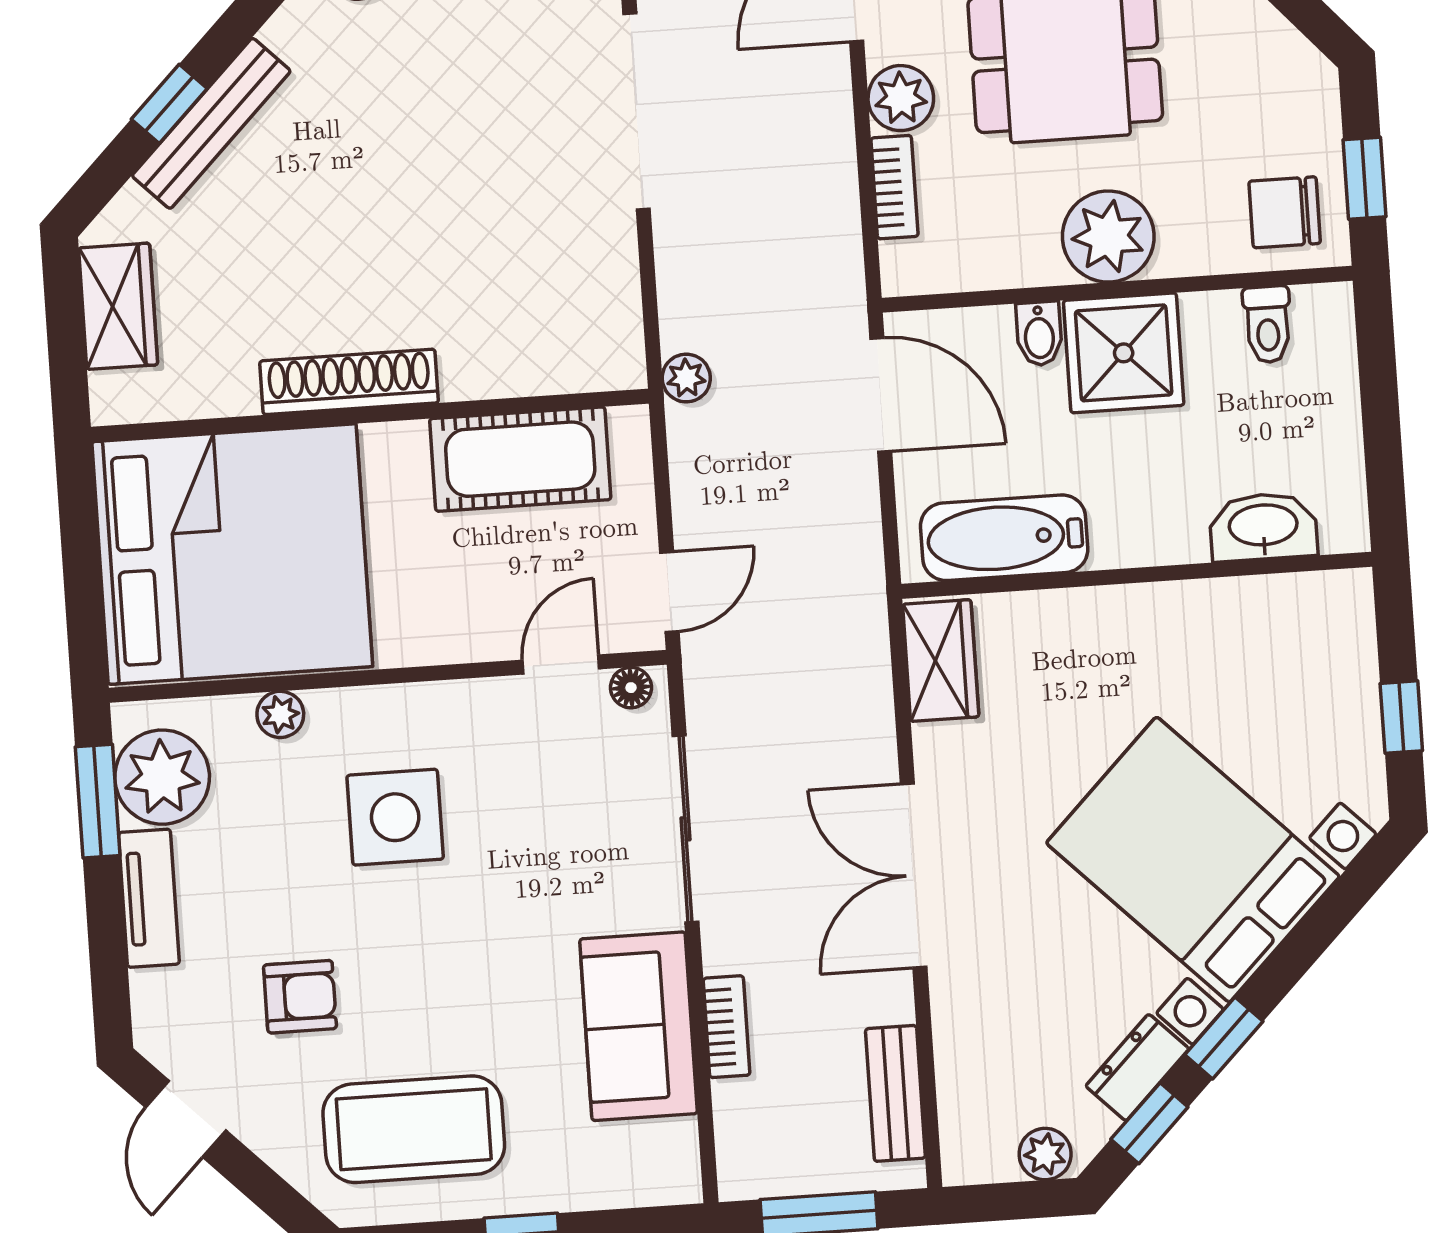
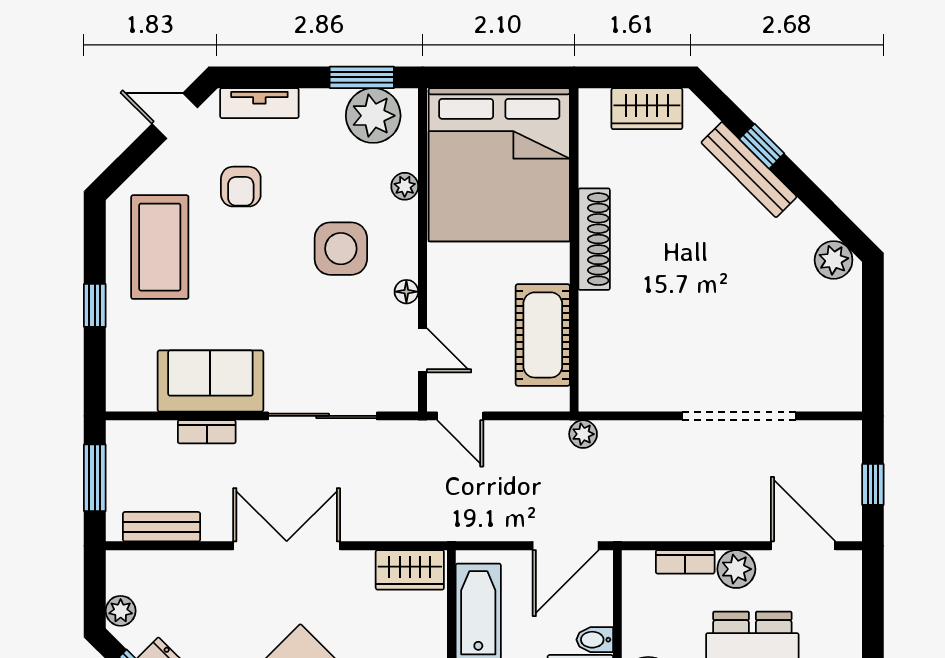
floor lamp: (631, 688) -> (406, 292), moved
tv unit: (149, 898) -> (259, 103), moved

